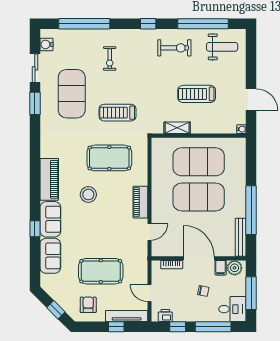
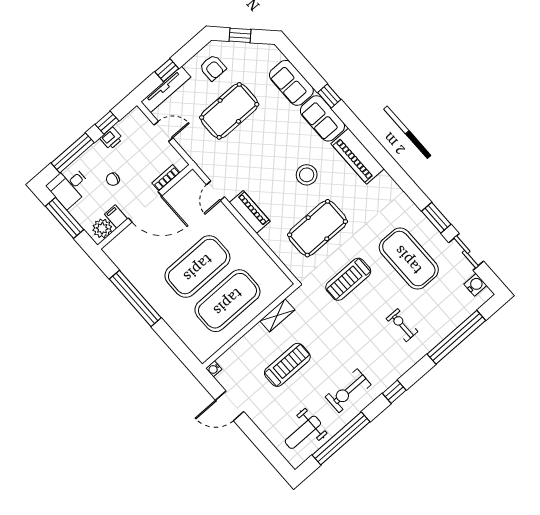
treadmill: (118, 113) -> (348, 279), turned 180
bench: (241, 237) -> (122, 263), removed
printer: (165, 316) -> (111, 138), moved

